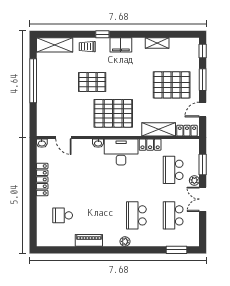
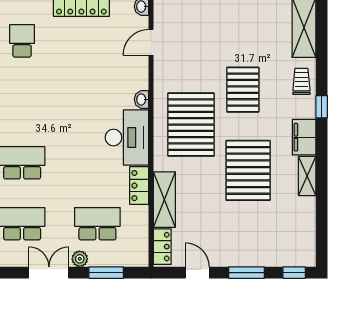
shelving: (157, 43) -> (307, 176), moved
pallet: (172, 85) -> (248, 170), moved

